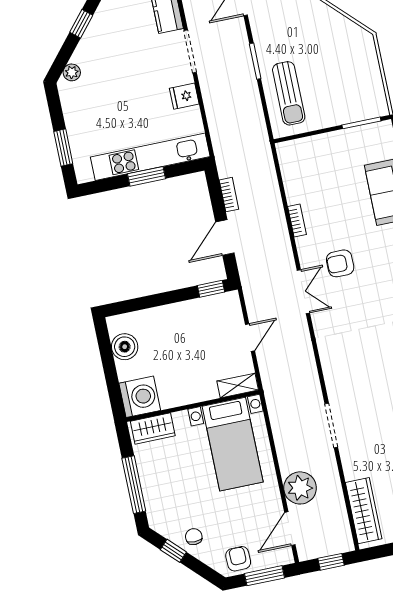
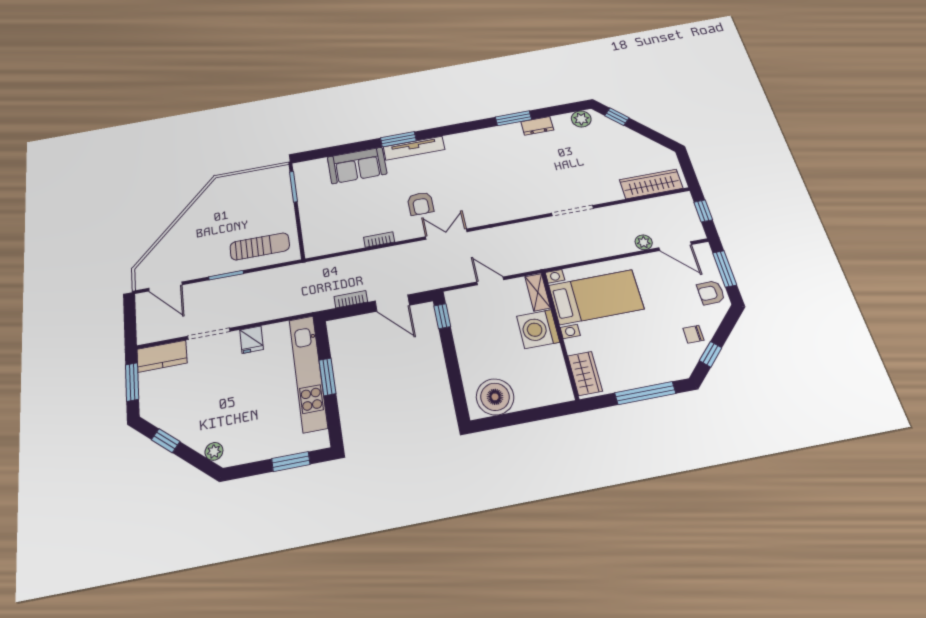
boiler: (125, 347) -> (495, 397), width x1.37, depth x1.37
washing machine: (140, 397) -> (538, 329), moved, turned -90
plant: (300, 488) -> (644, 242), width x0.53, depth x0.53

